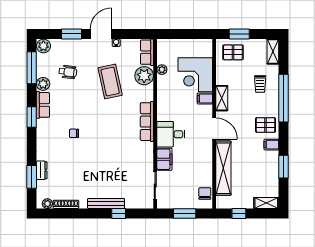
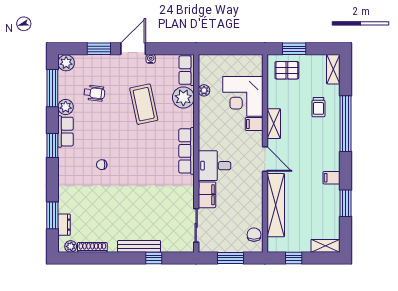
pallet: (266, 125) -> (325, 155), removed
dresser: (42, 170) -> (64, 225), moved

